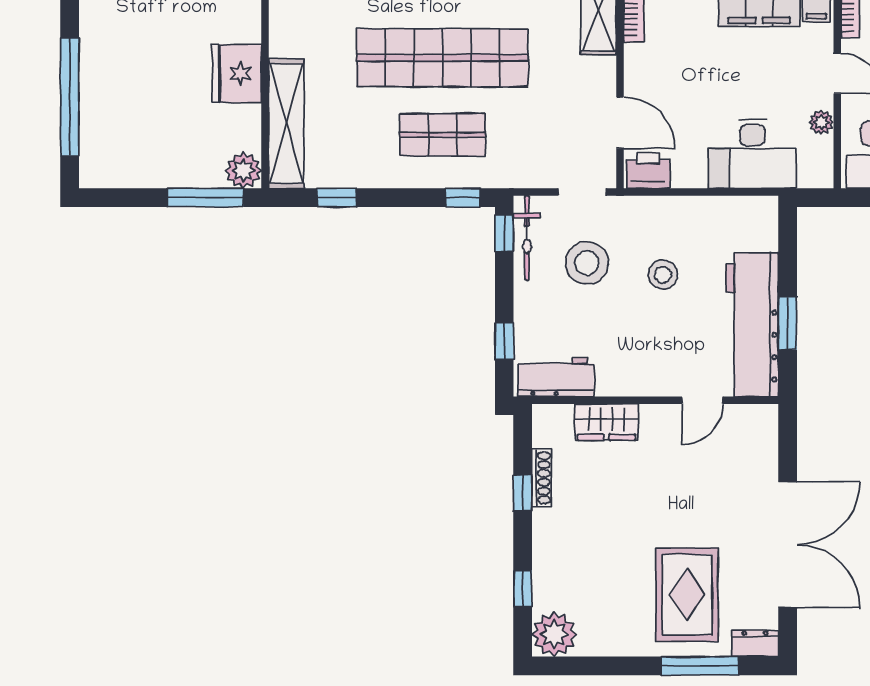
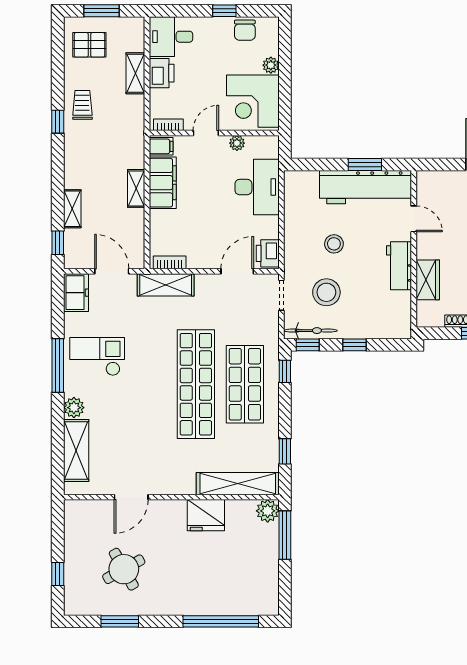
shop shelf: (442, 135) -> (245, 384), width x1.43, depth x1.36
window: (504, 341) -> (355, 345), moved
workbench: (556, 377) -> (399, 266), moved

